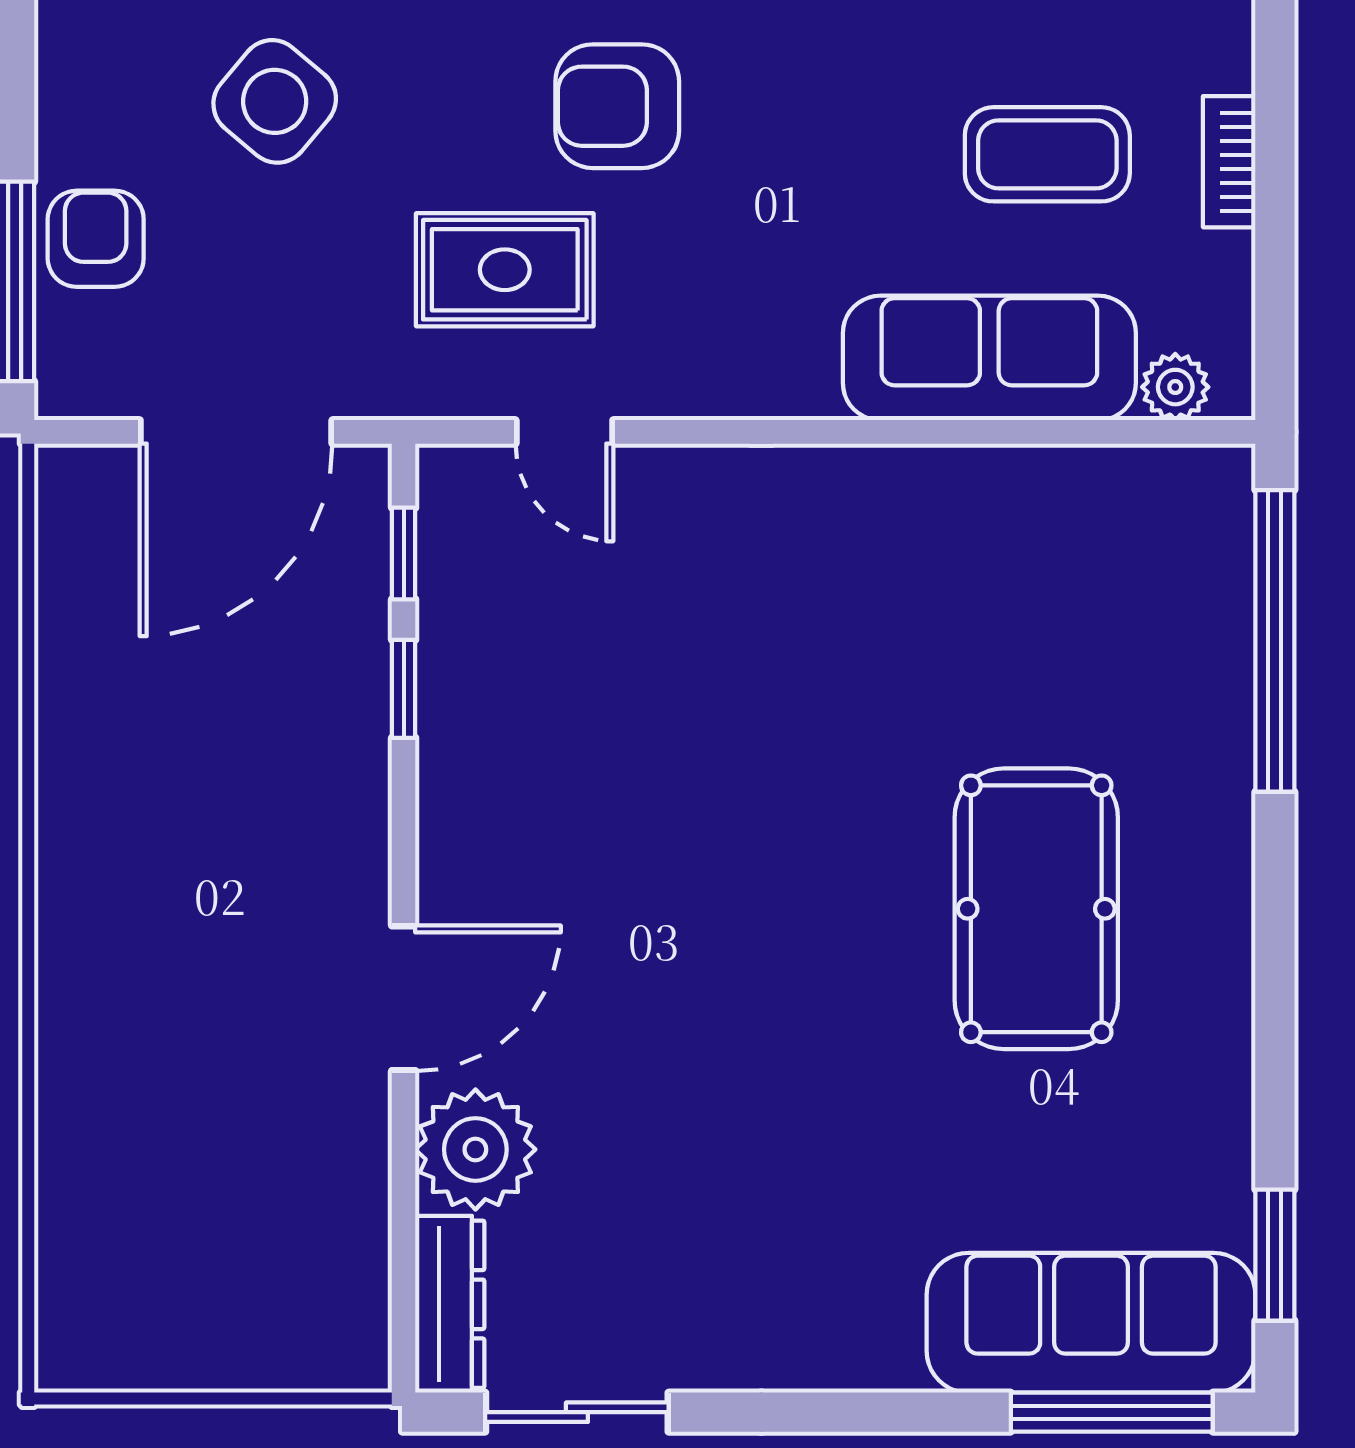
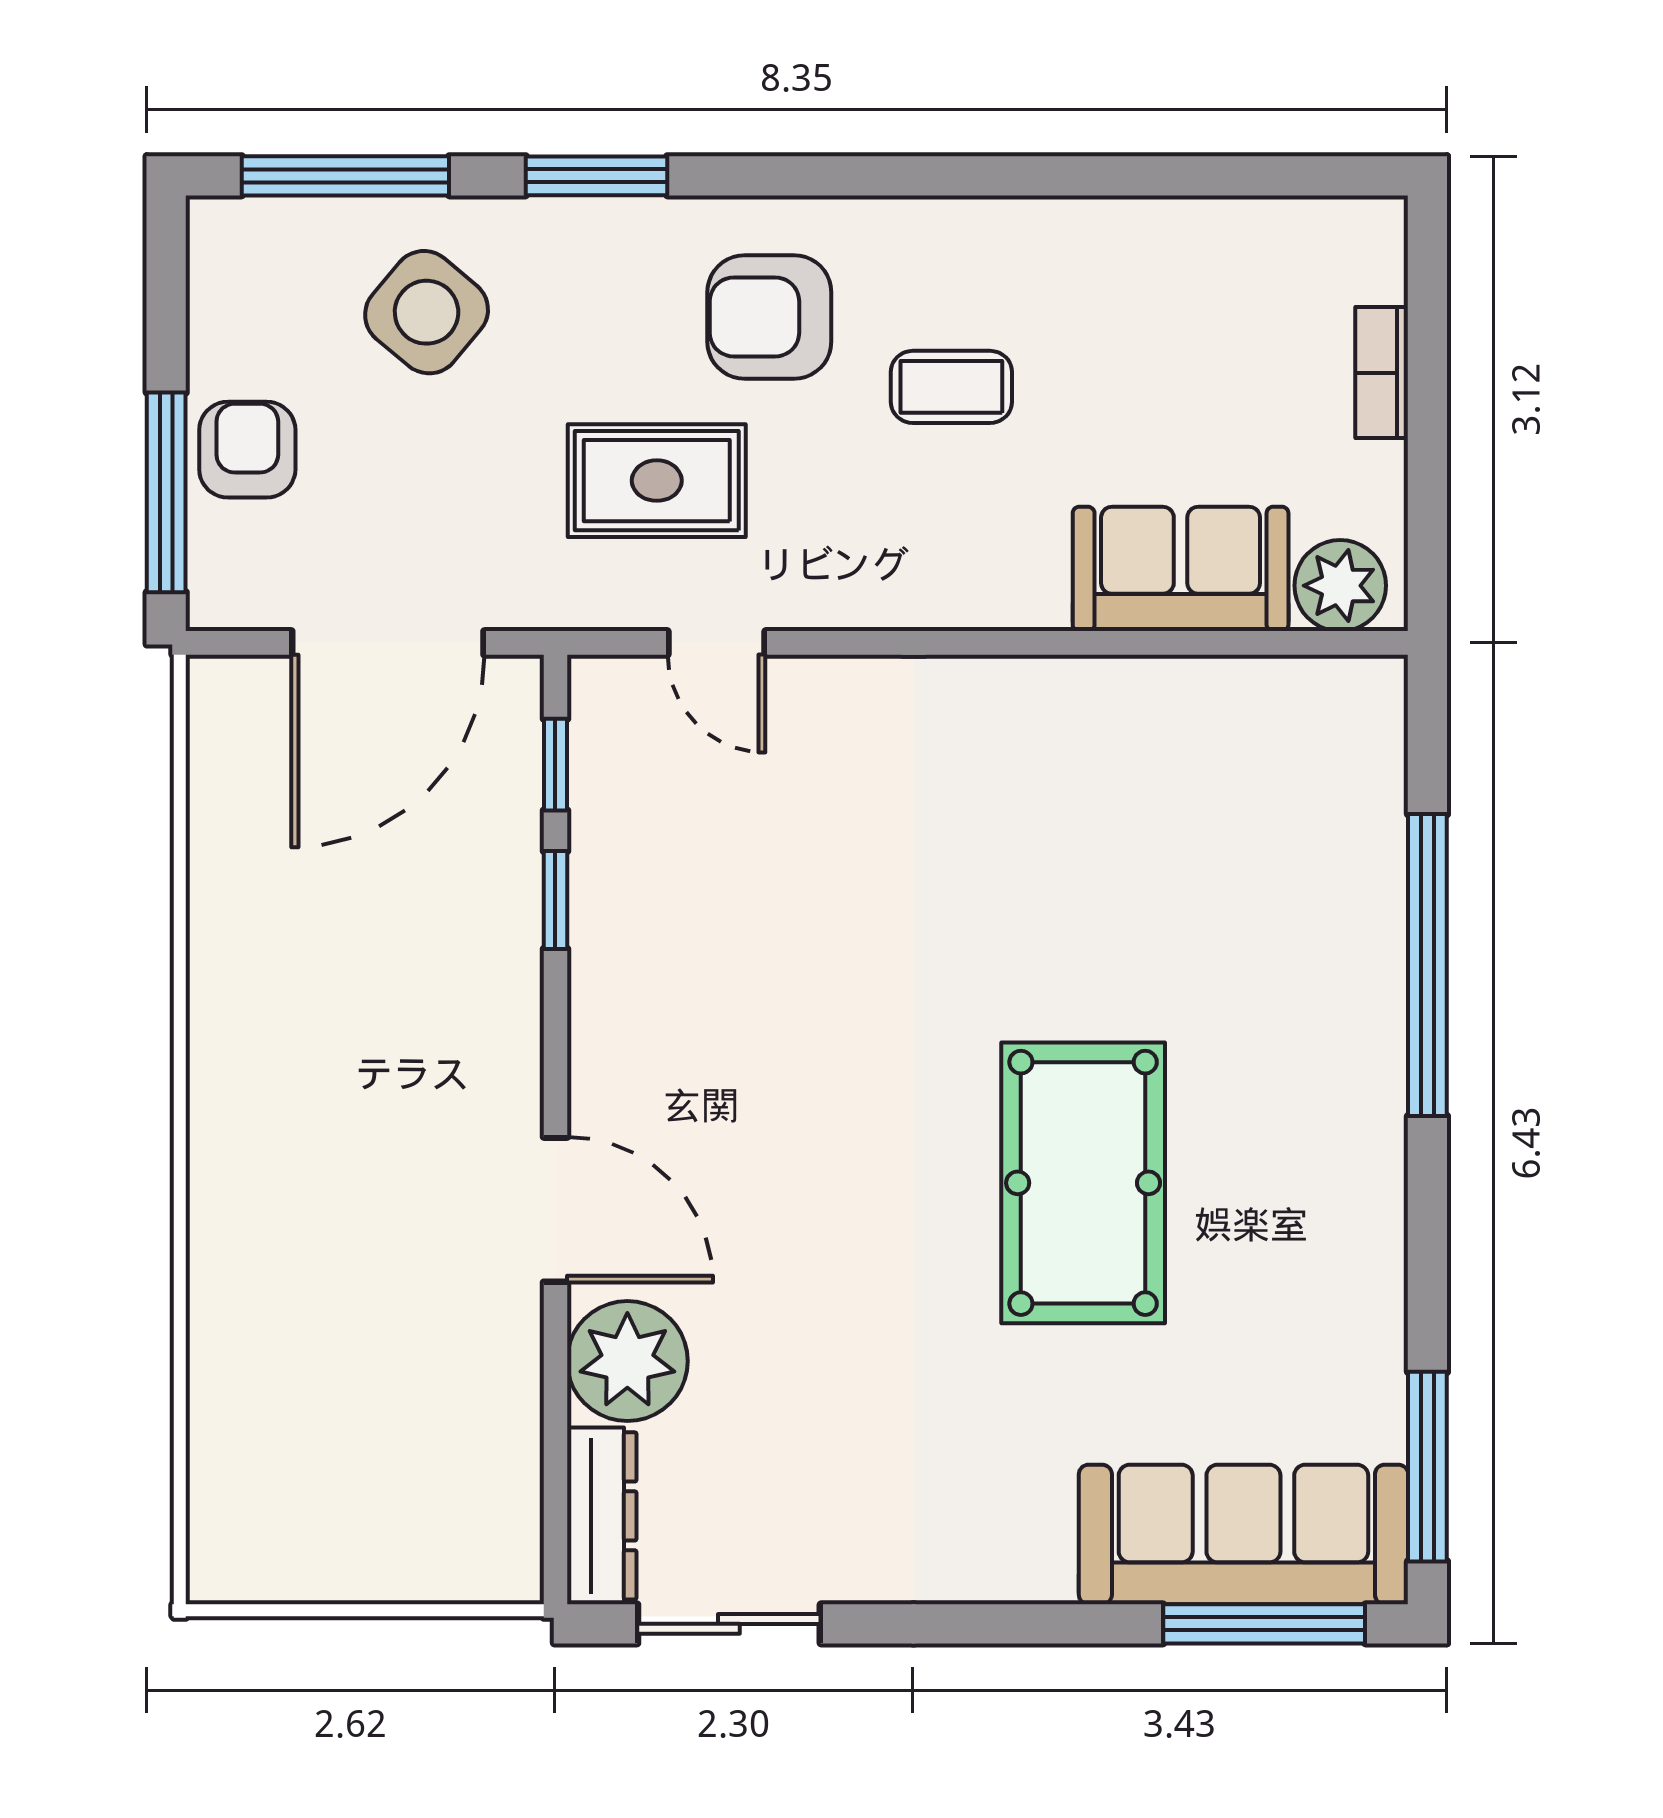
coffee table: (1047, 154) -> (951, 387), moved, width x0.73, depth x0.77
sofa: (989, 358) -> (1181, 569), width x0.73
plant: (1175, 387) -> (1340, 586), width x1.38, depth x1.38
window: (1275, 641) -> (1427, 965), moved
pool table: (1036, 909) -> (1083, 1183), moved
door: (404, 998) -> (555, 1210), hinge flipped
window: (1275, 1255) -> (1427, 1467), width x1.44

